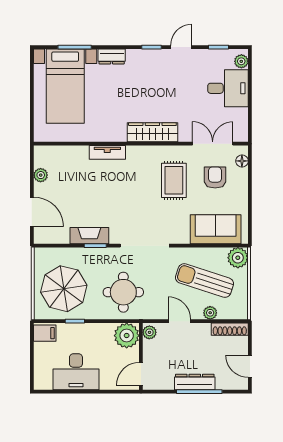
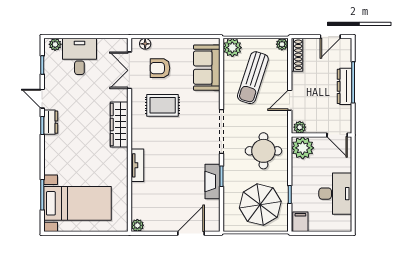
dresser: (112, 56) -> (51, 122), moved
plant: (41, 175) -> (137, 225), moved
plant: (210, 313) -> (282, 44), moved

